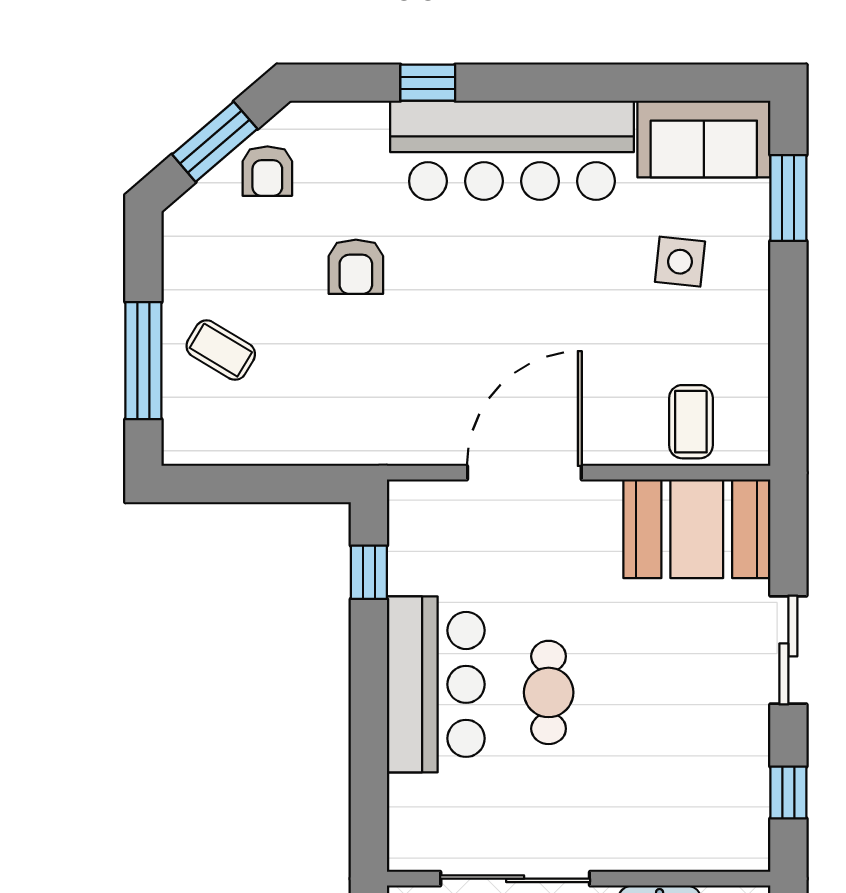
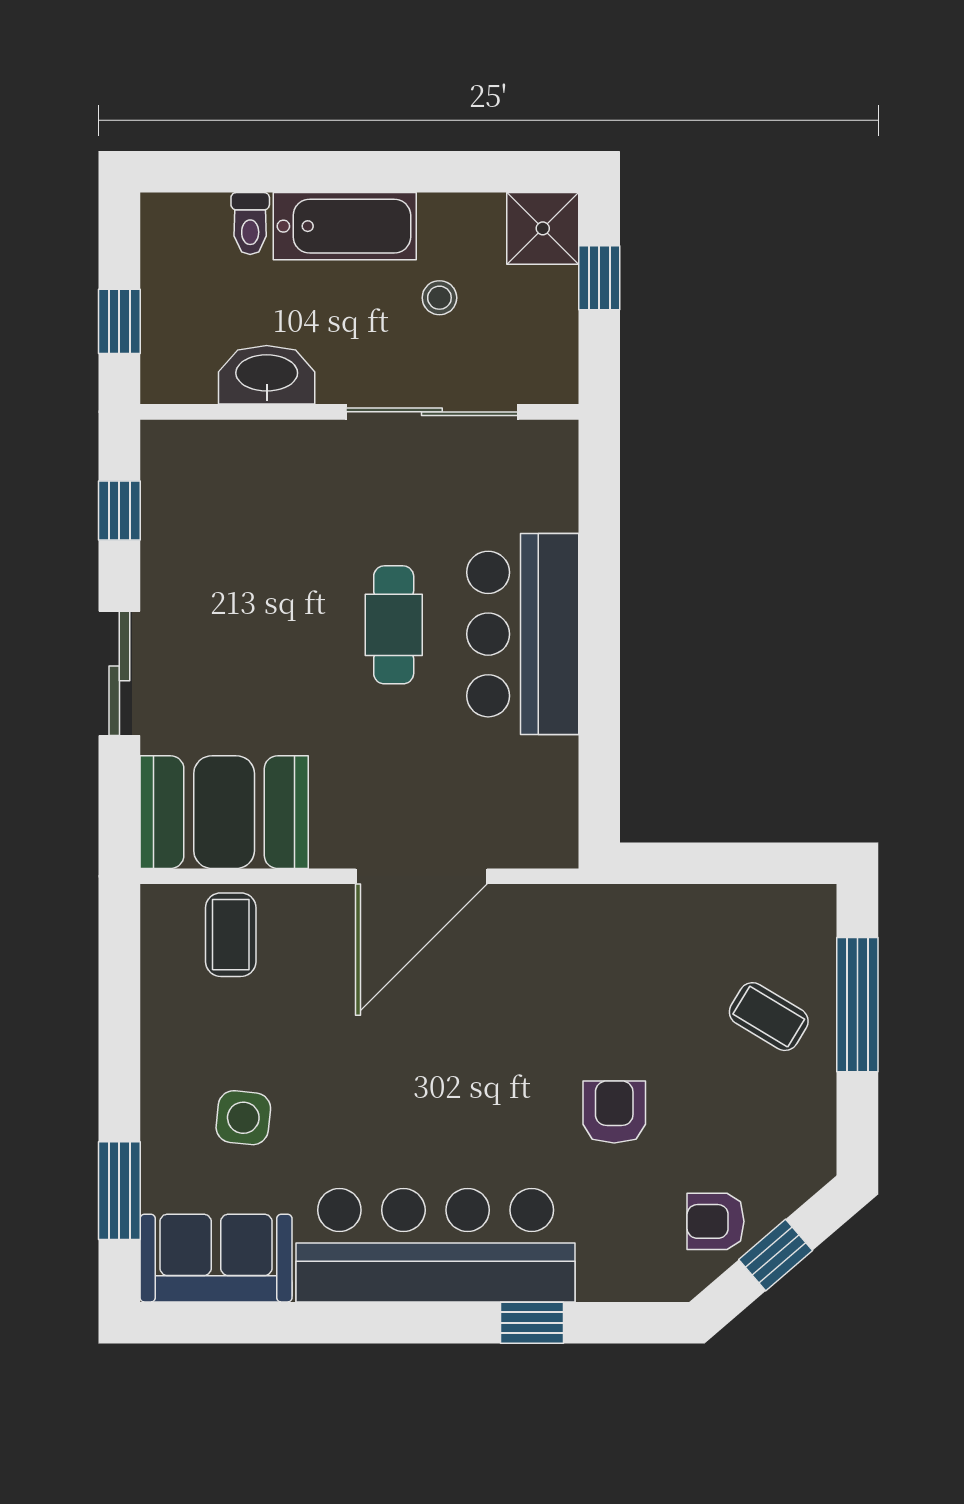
window: (215, 142) -> (776, 1255), width x0.67
armchair: (267, 171) -> (716, 1221), turned -90
window: (369, 572) -> (599, 762), removed

